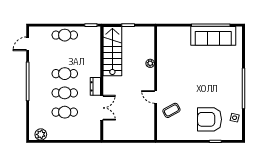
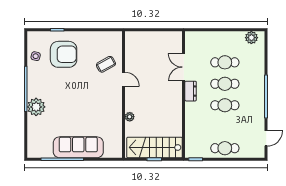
sofa: (213, 36) -> (78, 147), moved
stairs: (112, 51) -> (155, 147), moved, turned 90
plant: (234, 72) -> (36, 107), added

